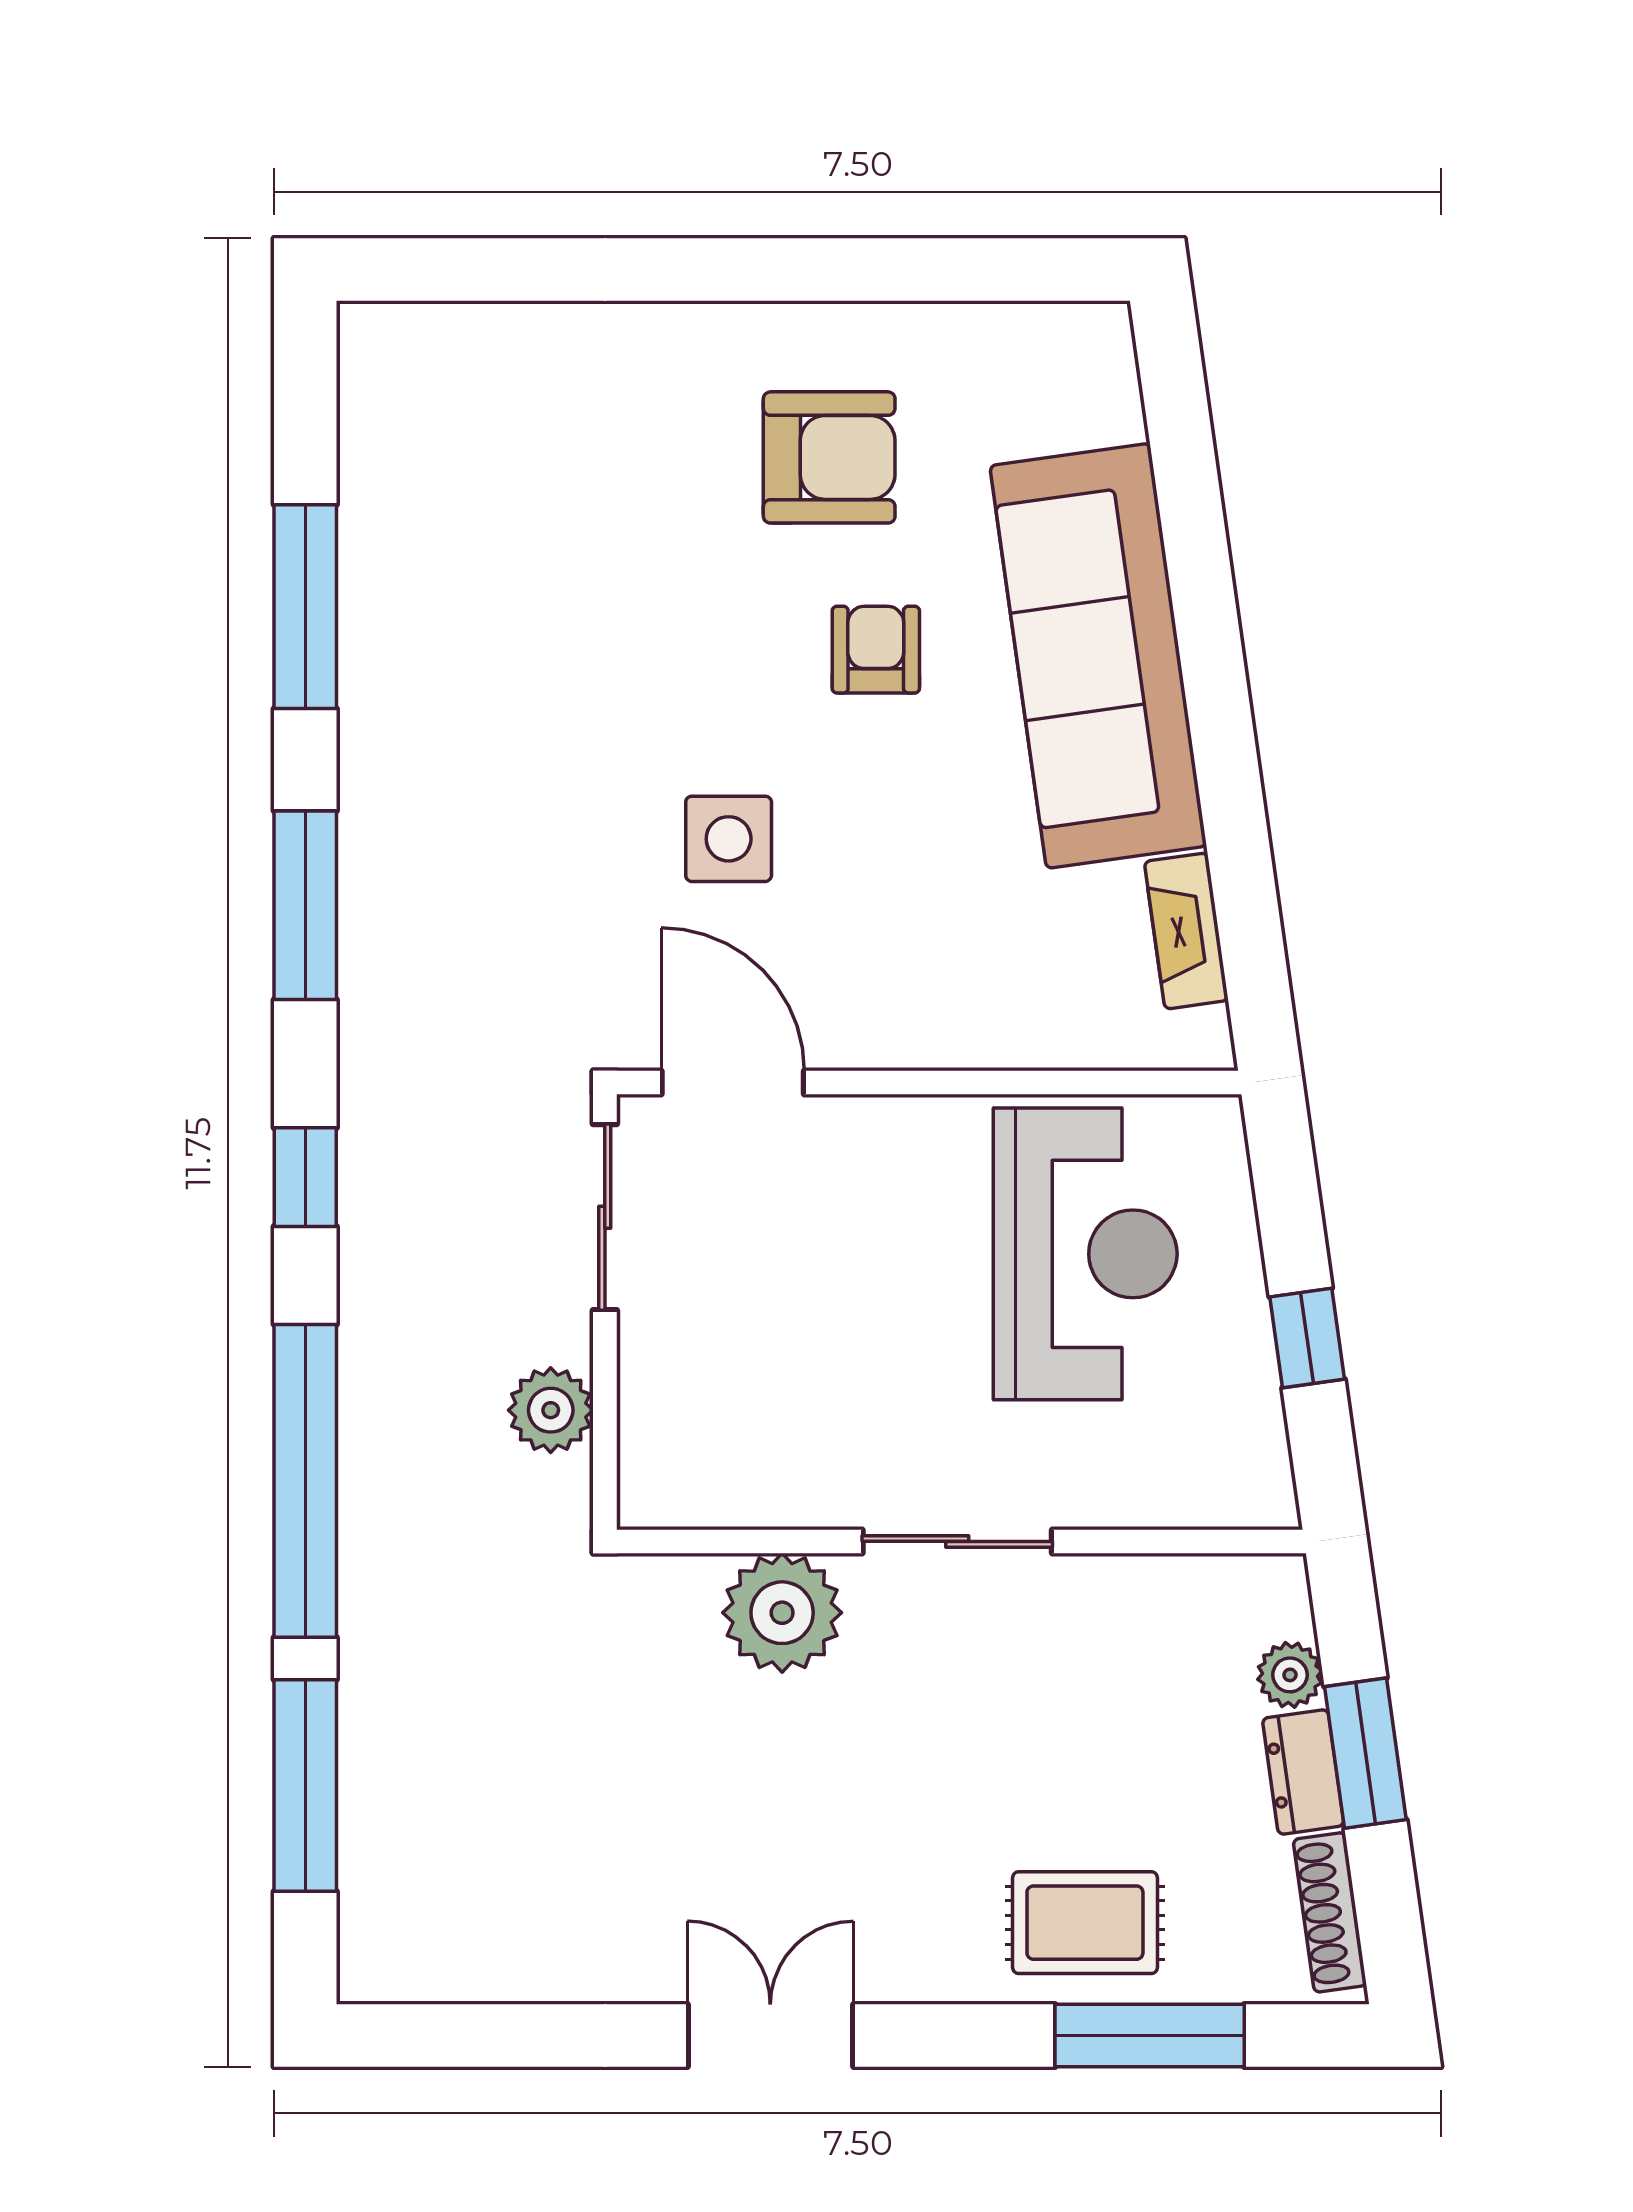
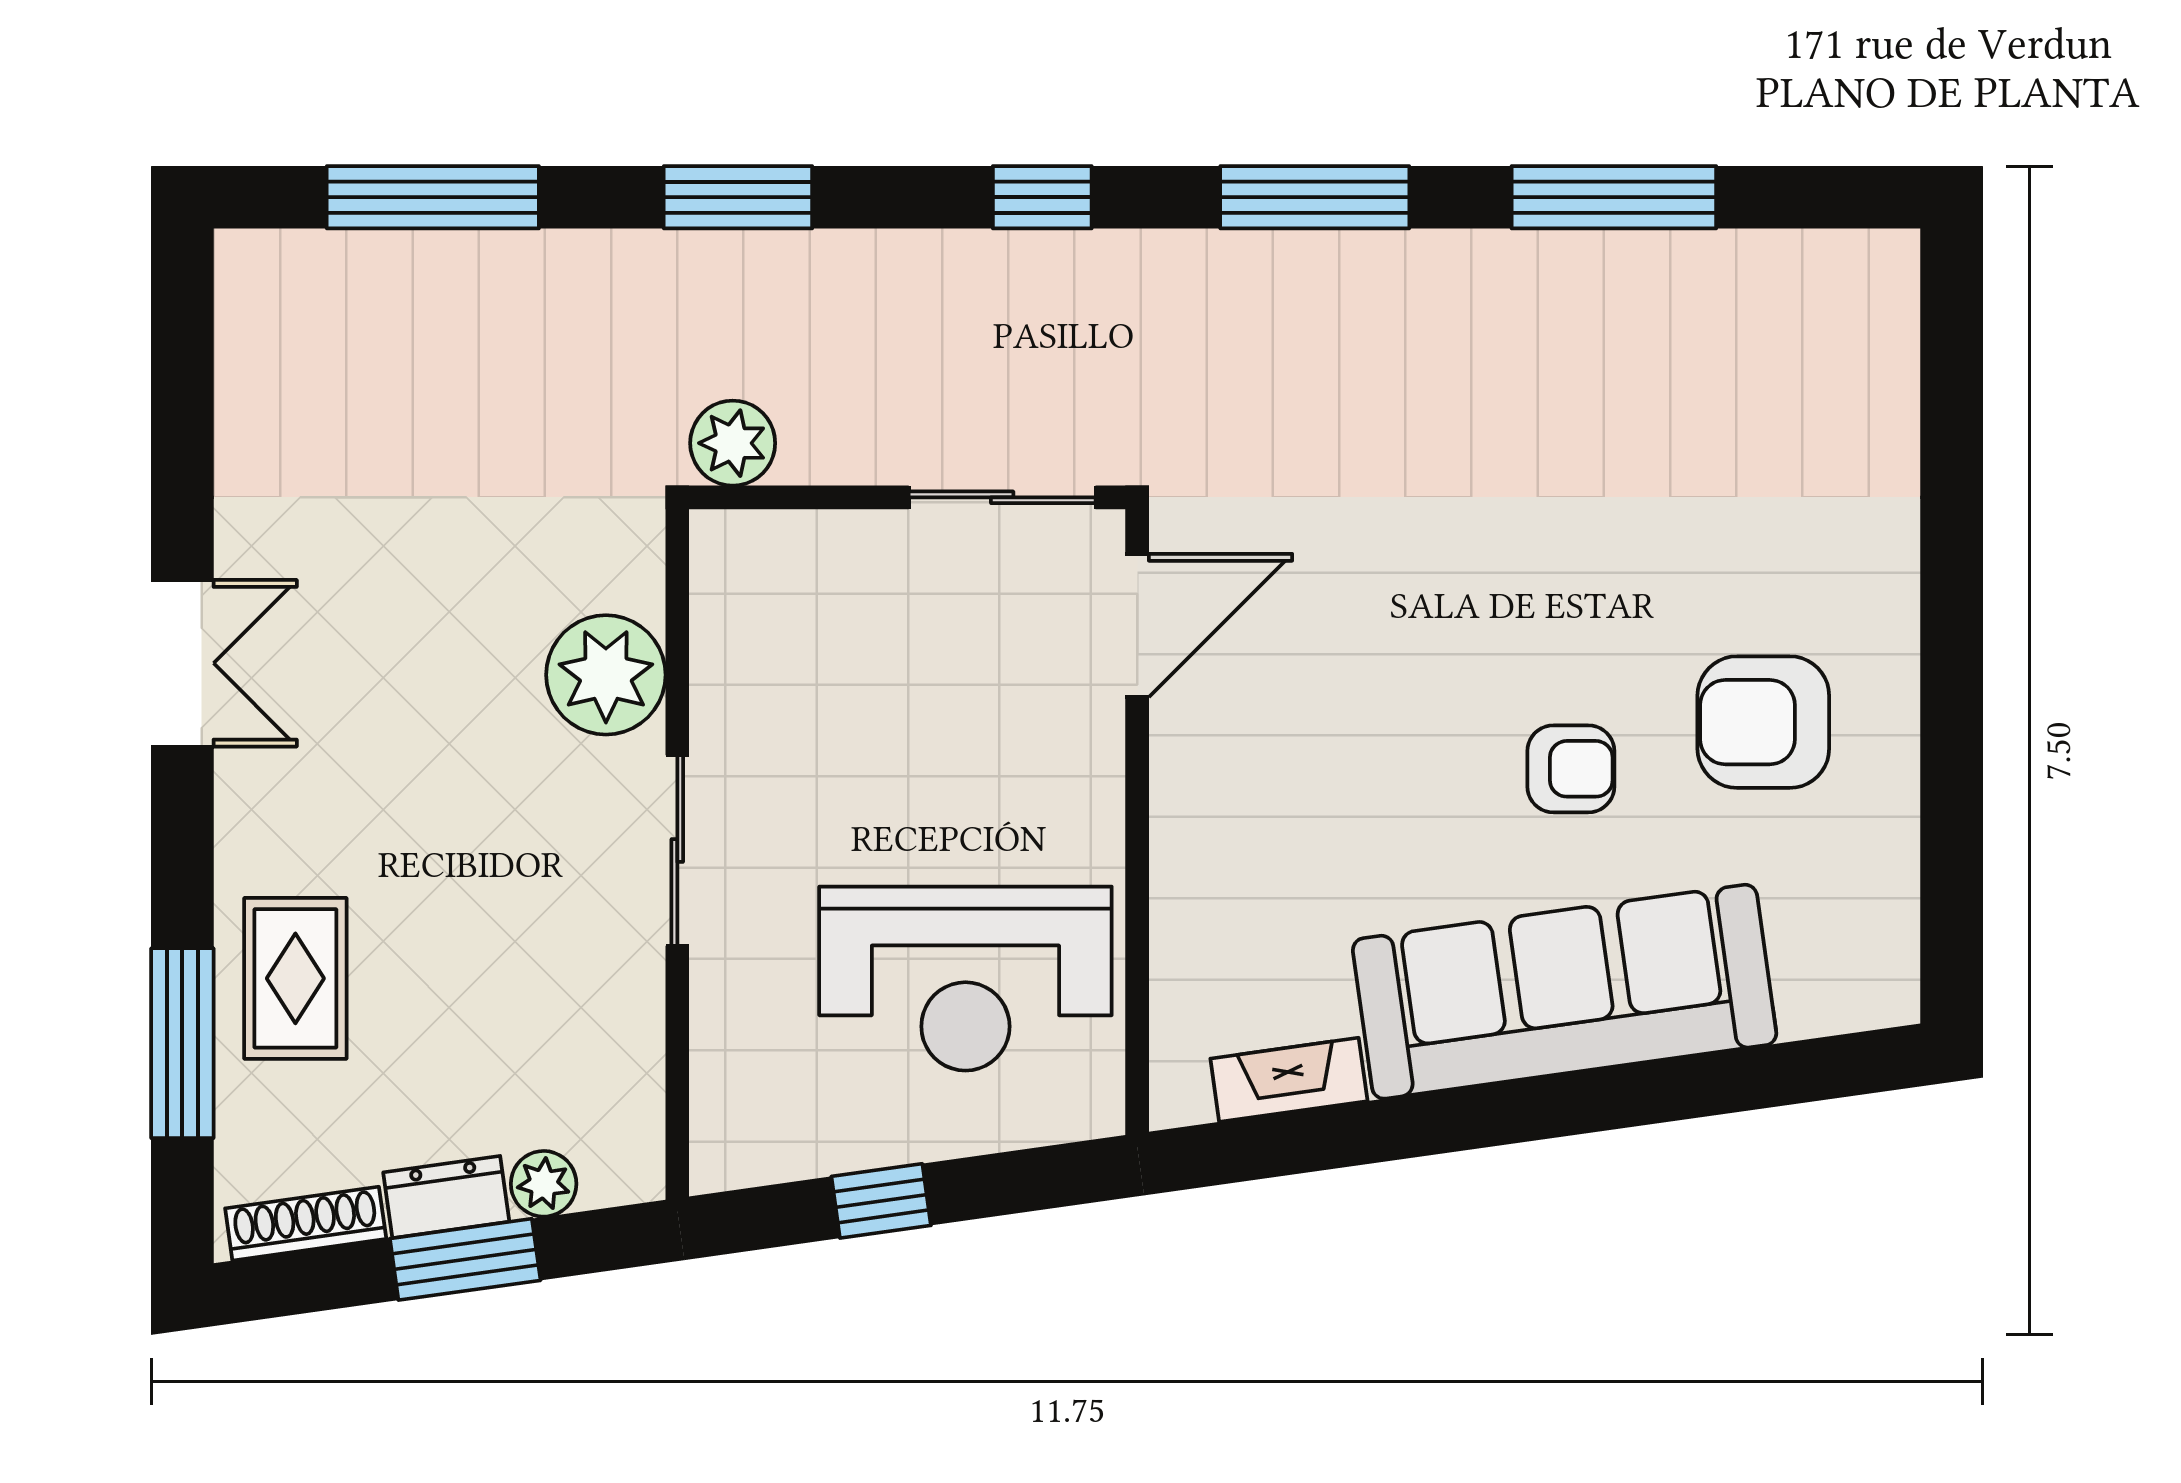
armchair: (829, 457) -> (1763, 722), turned 90
side table: (729, 839) -> (1381, 621), removed
plant: (551, 1410) -> (733, 443), moved
window: (305, 1481) -> (738, 197), width x0.47

